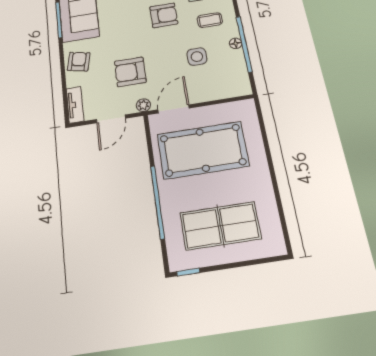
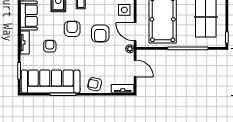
side table: (197, 57) -> (124, 10), moved
armchair: (130, 72) -> (100, 33), moved

